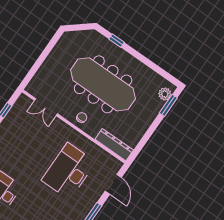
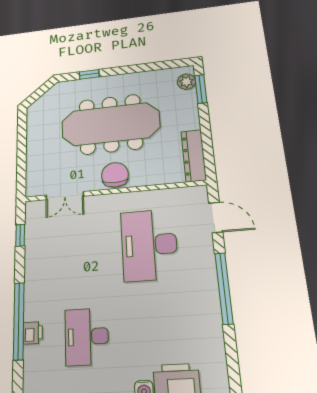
chair: (82, 118) -> (115, 175), width x1.87, depth x1.87
dresser: (114, 145) -> (194, 156), moved, turned -90

